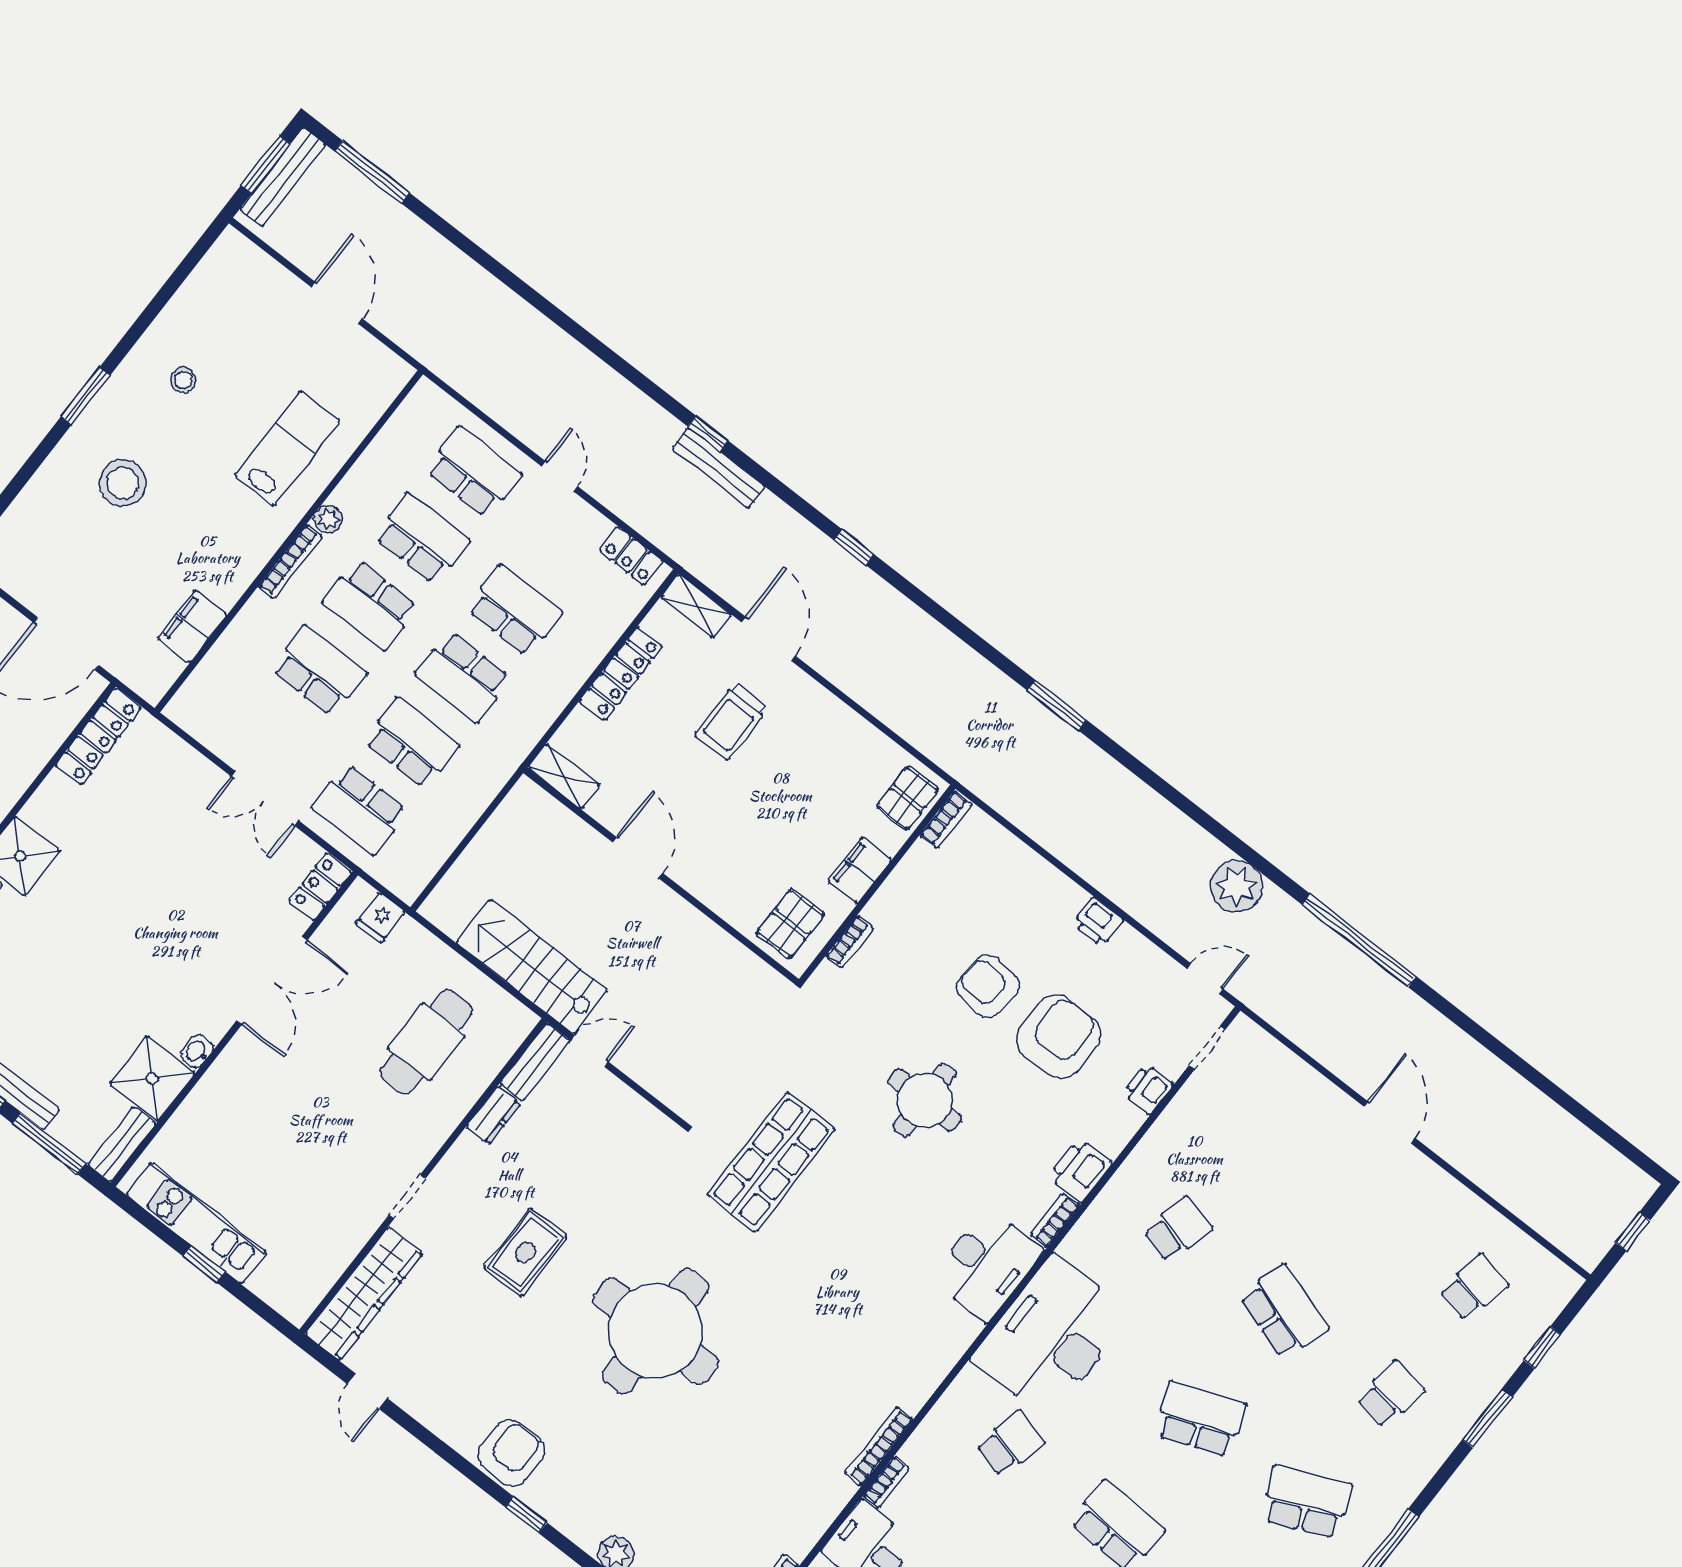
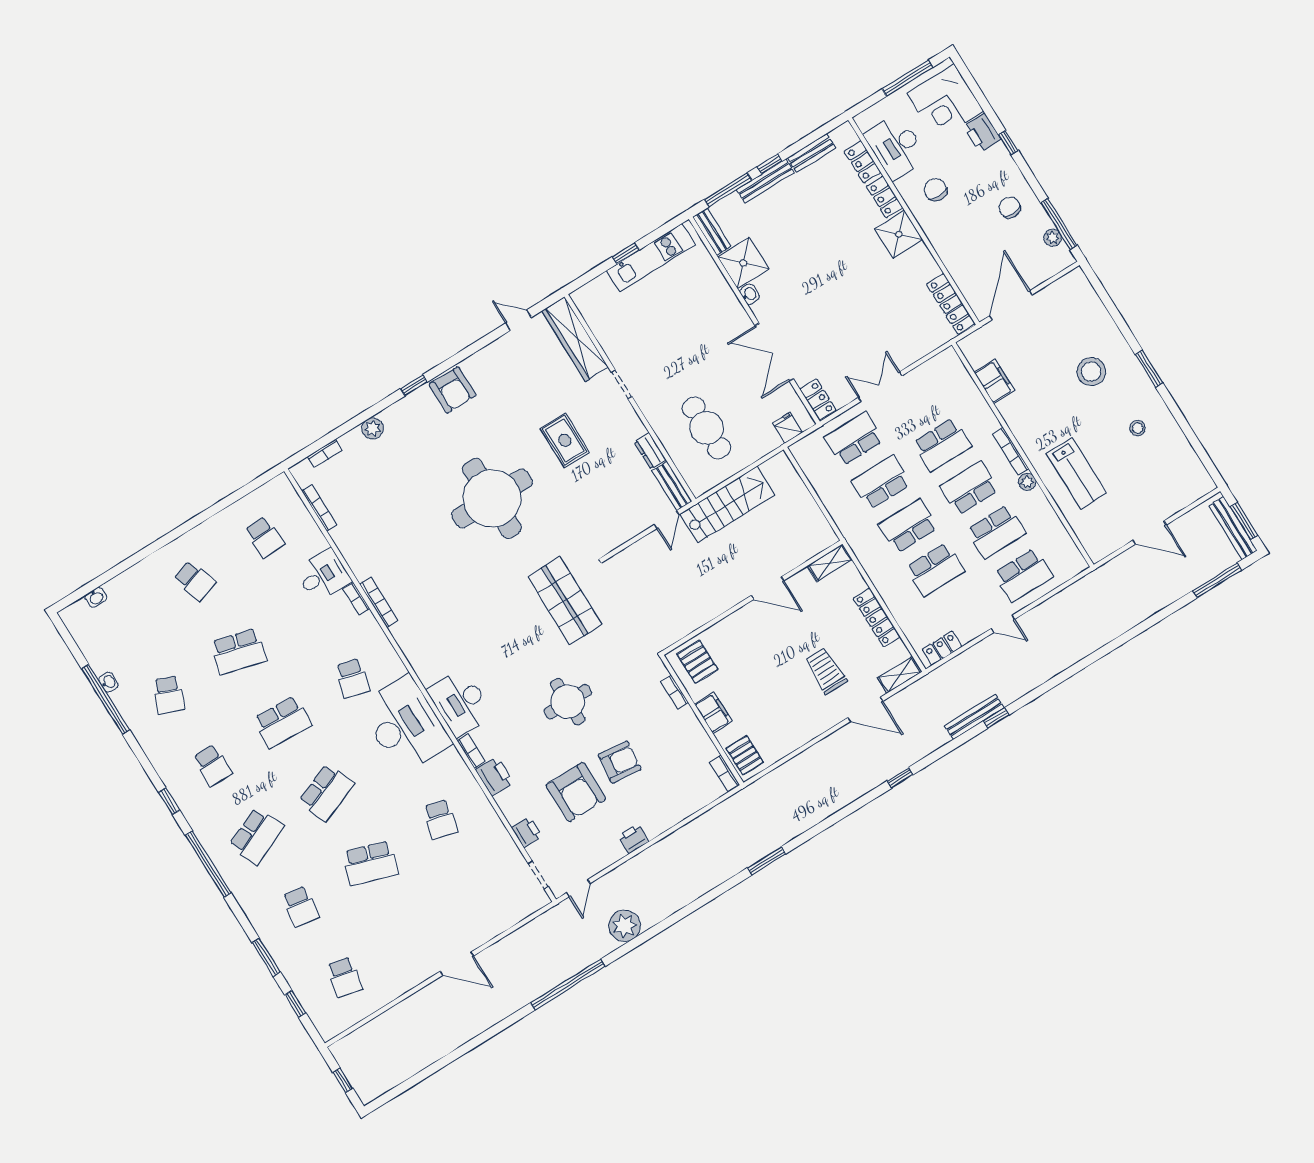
school desk: (411, 743) -> (881, 483), turned 180

